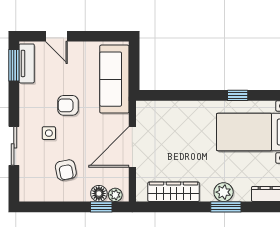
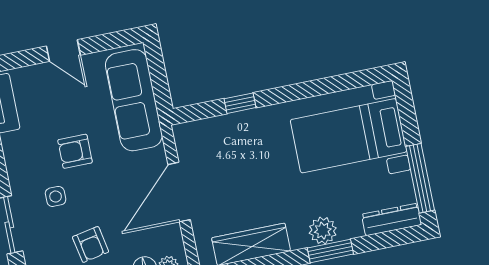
door: (56, 36) -> (63, 51), moved
window: (238, 95) -> (240, 103), moved

